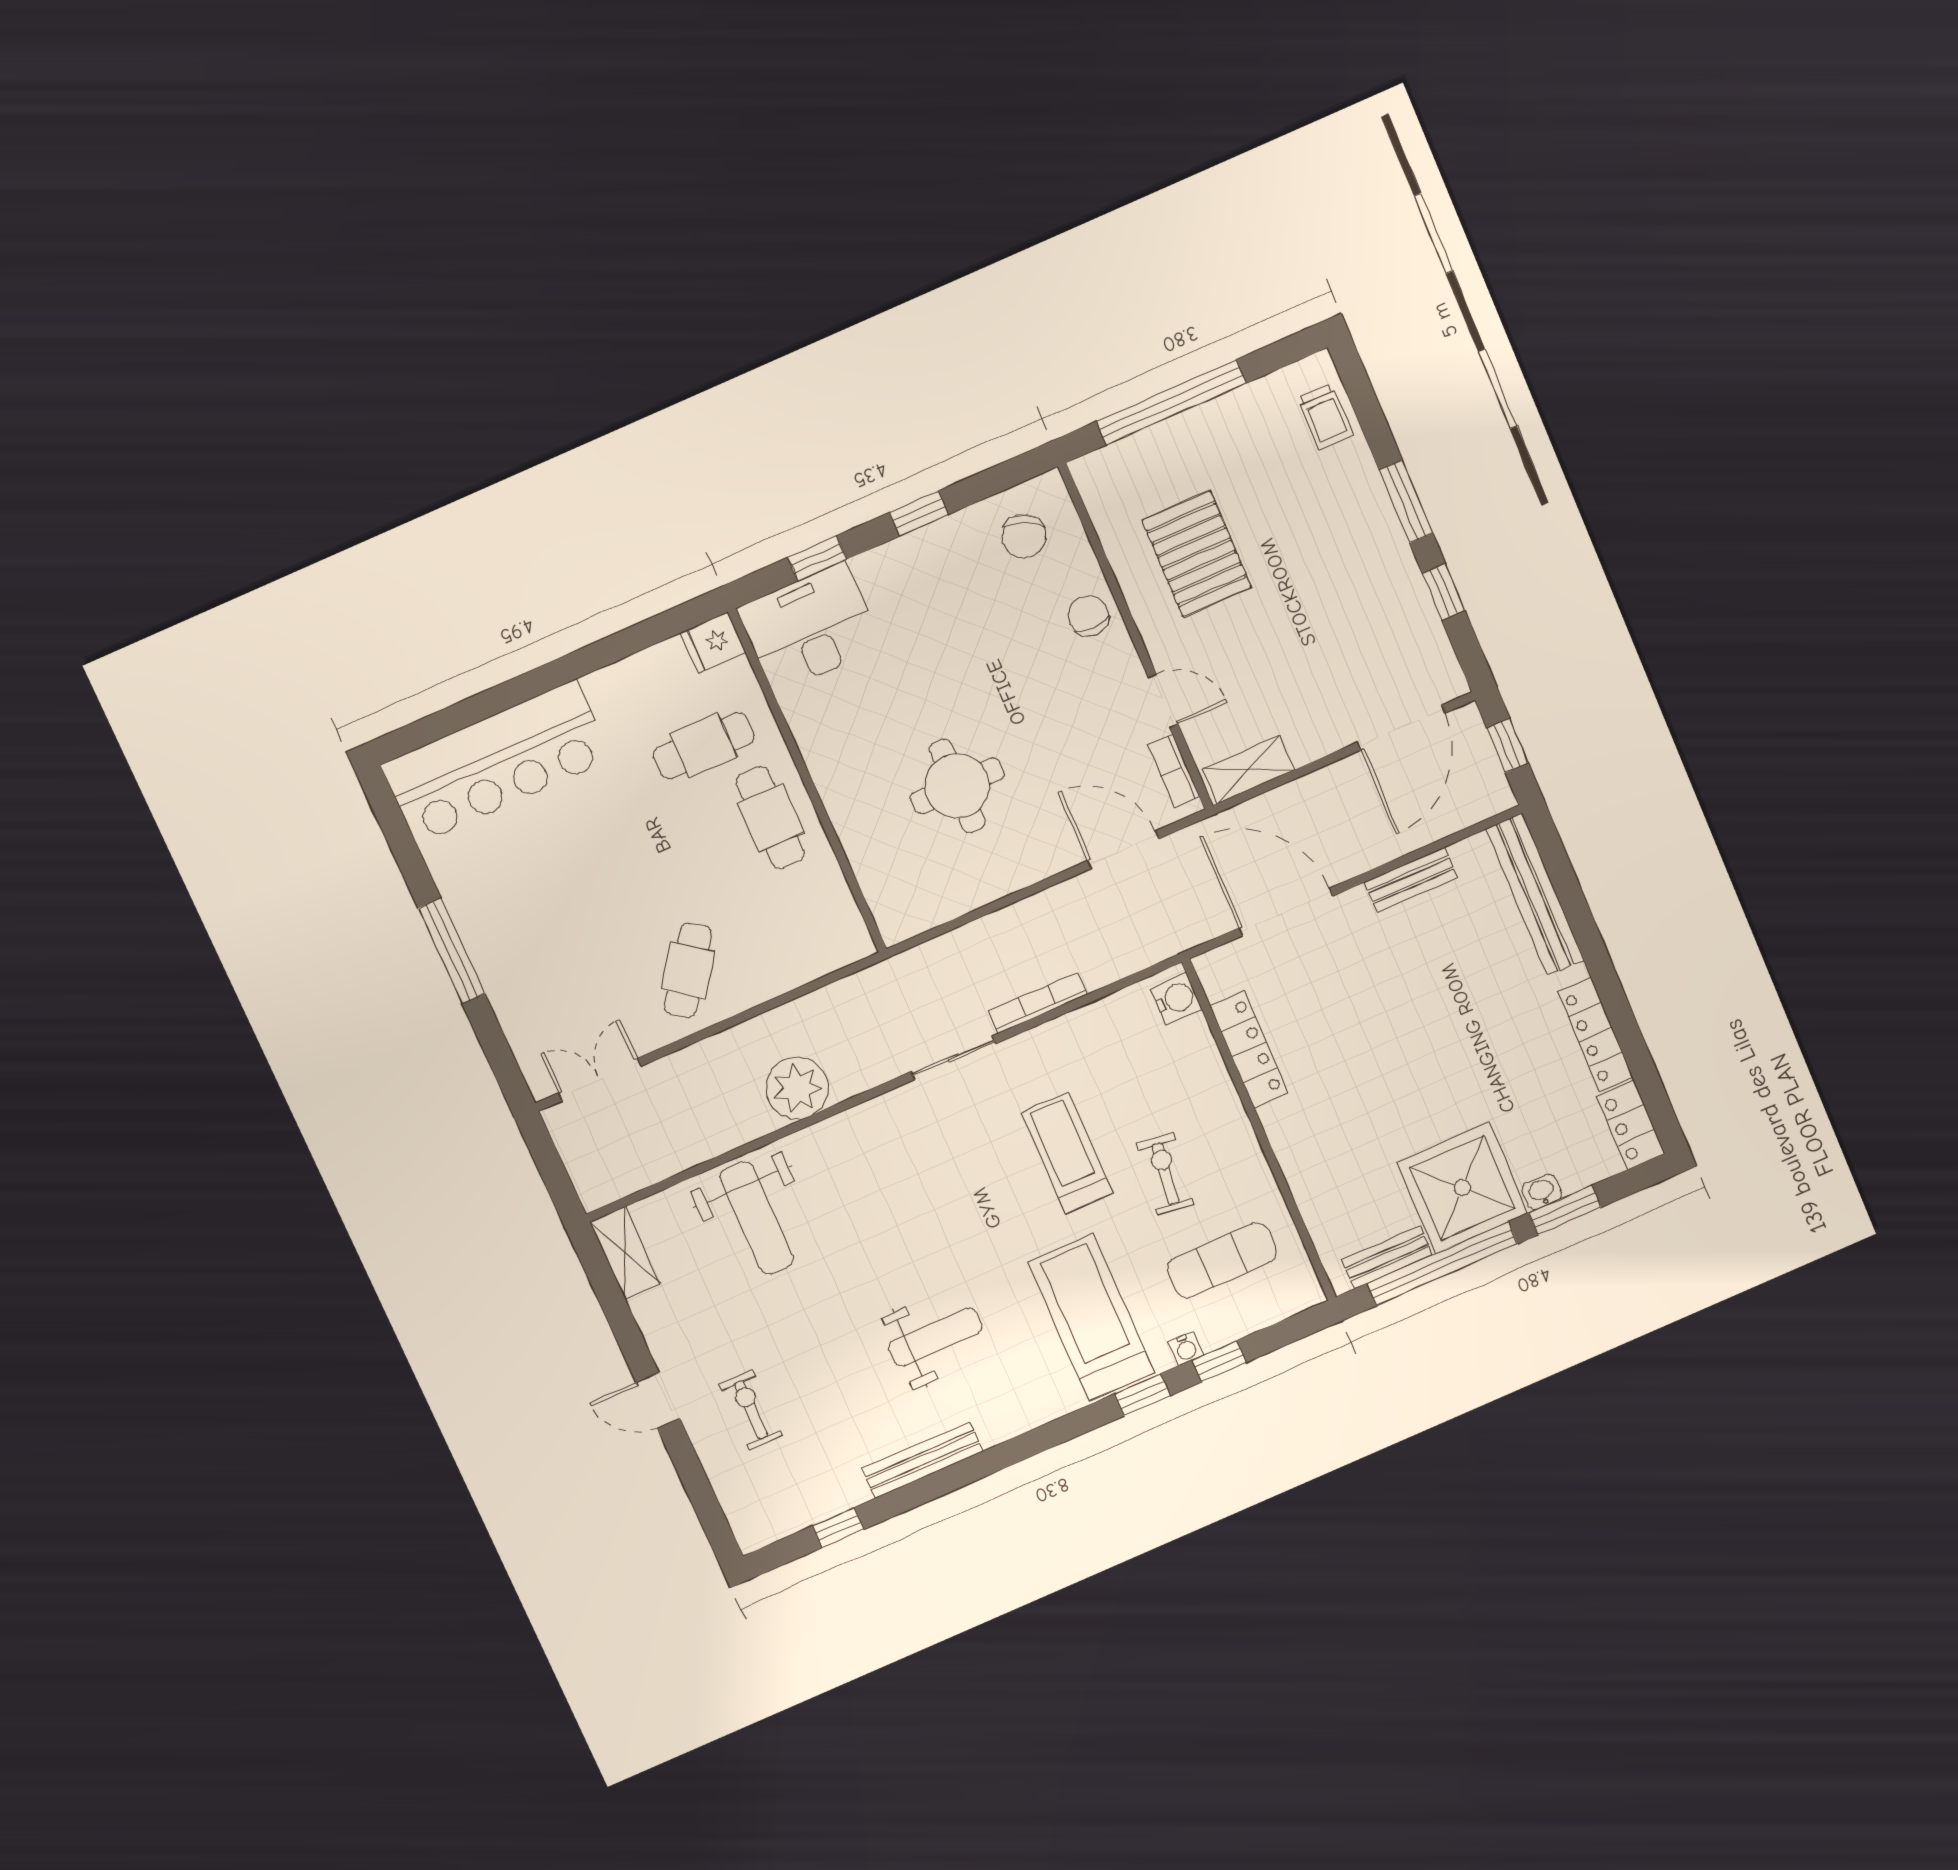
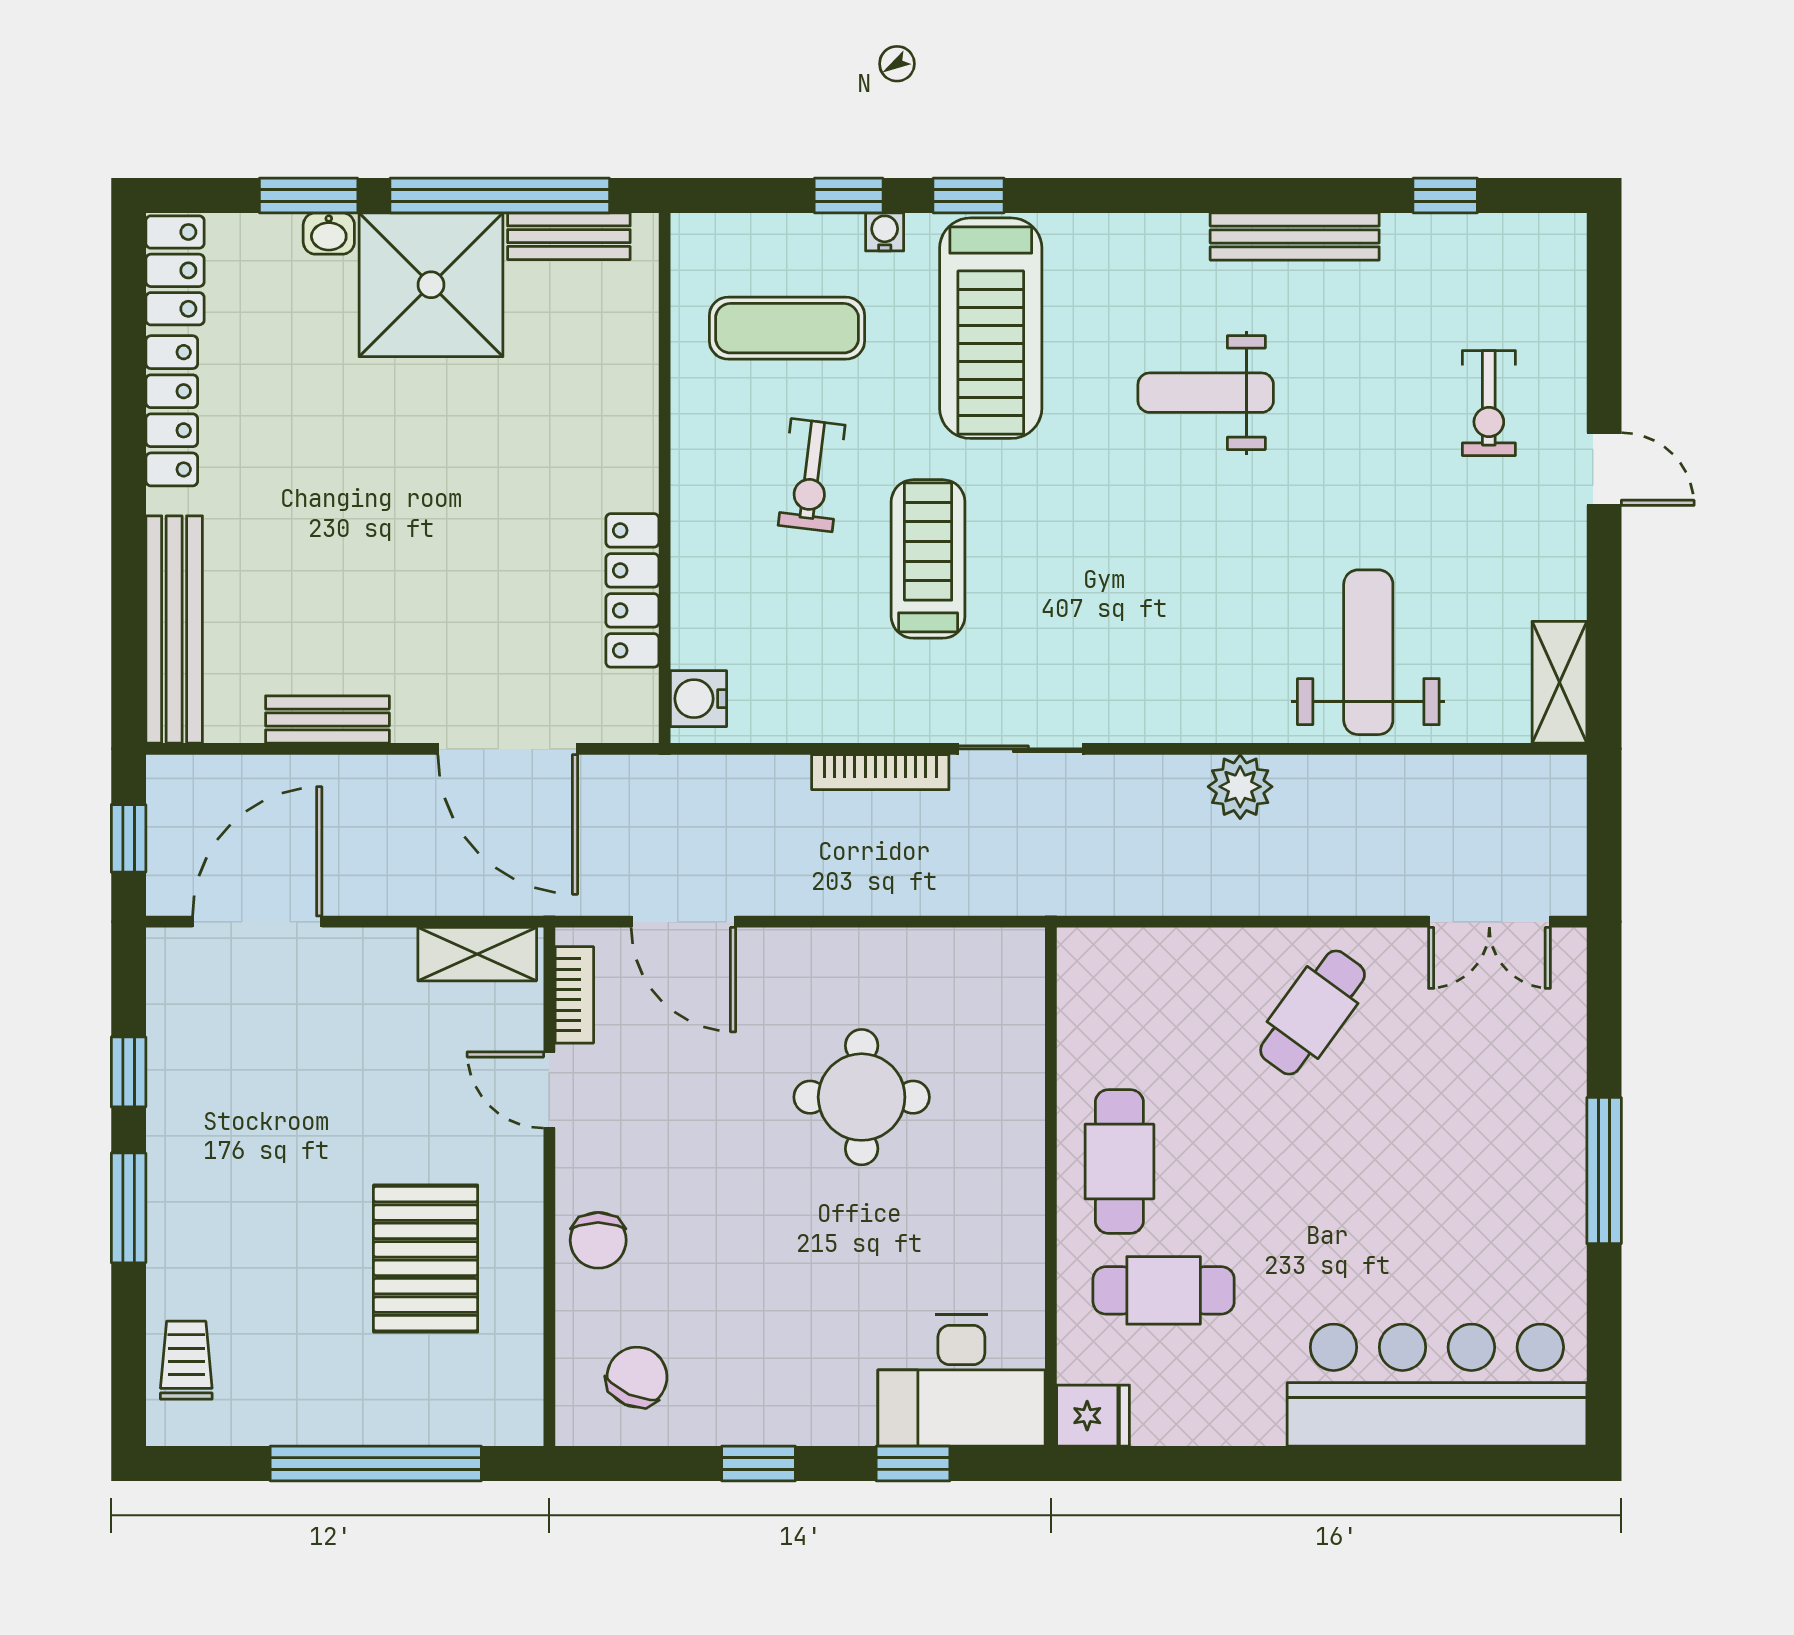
plant: (797, 1088) -> (1240, 787), width x0.73, depth x0.73
treadmill: (1067, 1153) -> (928, 559), turned 180

